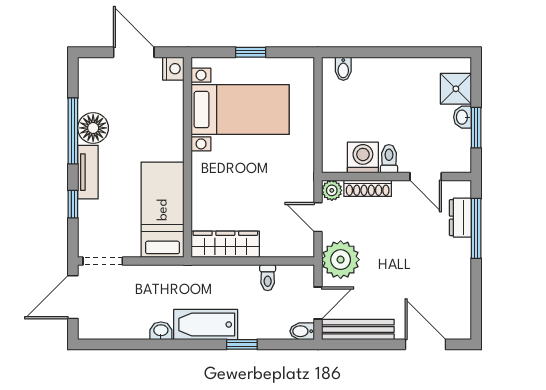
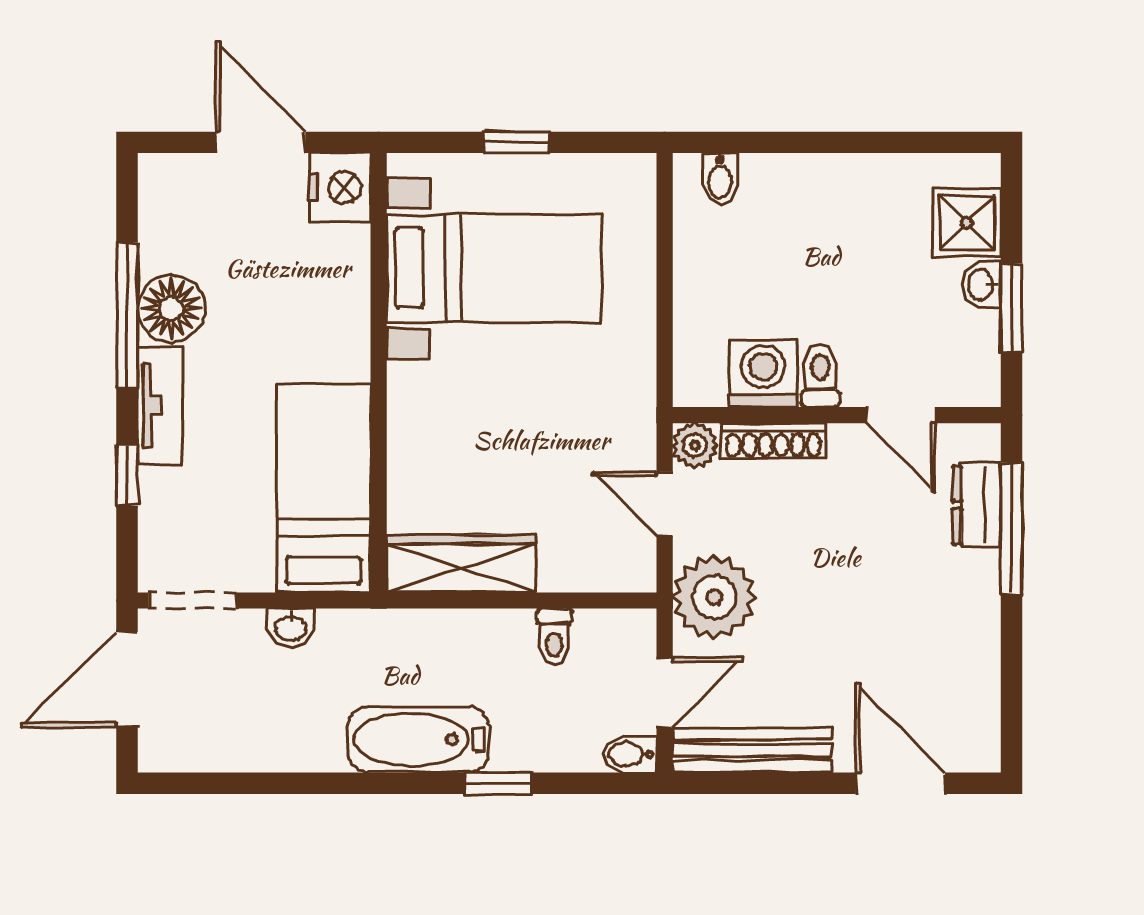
nightstand: (173, 69) -> (340, 187), width x1.36, depth x1.33
washbasin: (161, 331) -> (291, 628), moved, turned 180

